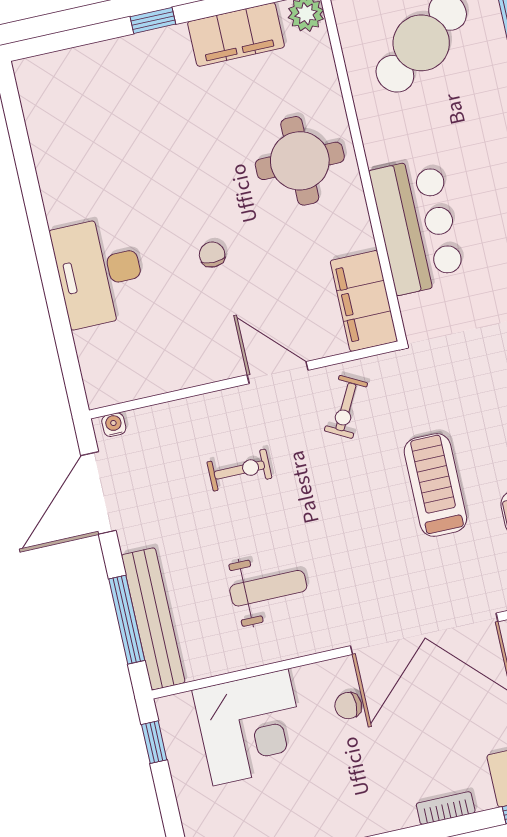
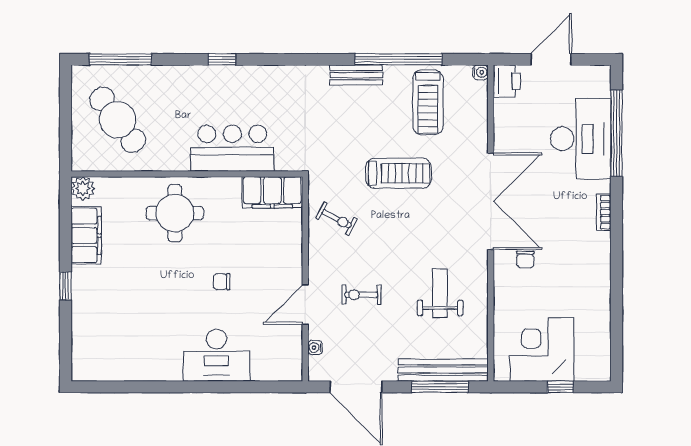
door: (278, 373) -> (305, 304), moved
water cooler: (114, 425) -> (315, 348), moved
exercise bike: (239, 470) -> (361, 295), turned -90
treadmill: (435, 485) -> (398, 173), turned 180
corner desk: (251, 727) -> (542, 349), moved, turned -90
window: (154, 742) -> (560, 387), moved

